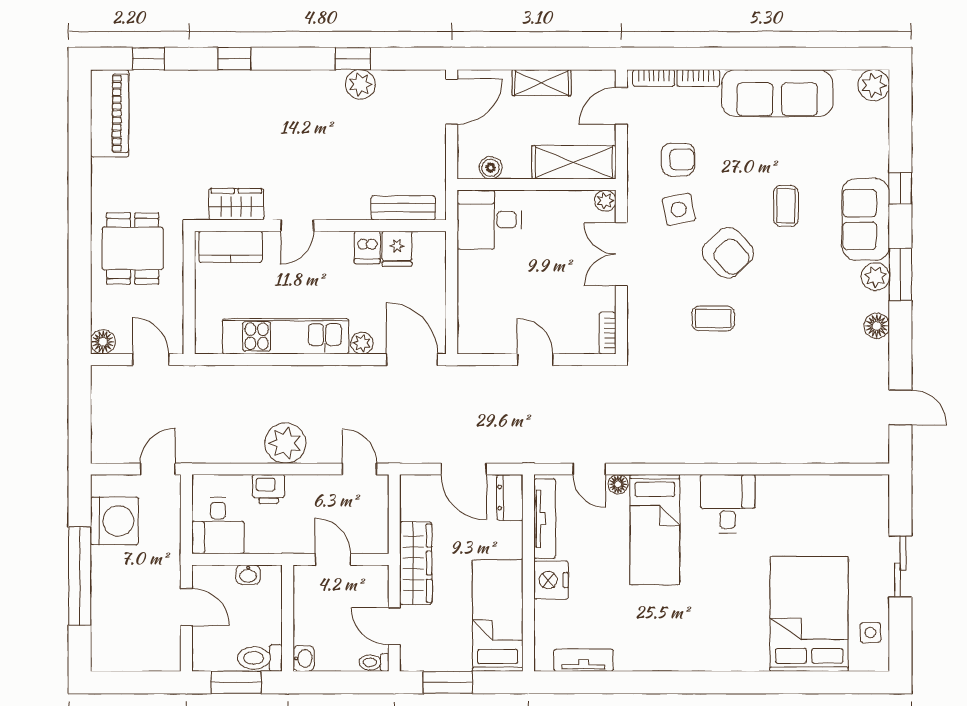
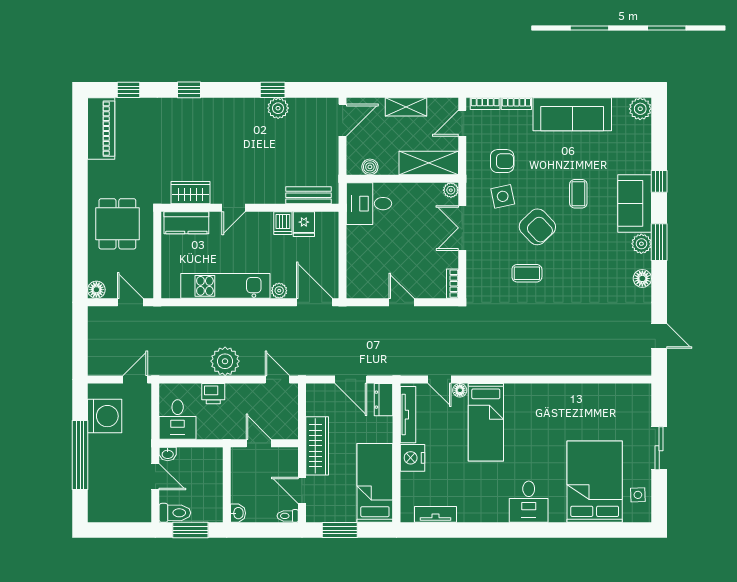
desk: (728, 504) -> (529, 502), moved, turned 180
washbasin: (248, 575) -> (168, 454), moved
toilet: (260, 658) -> (175, 513), moved, turned 180

